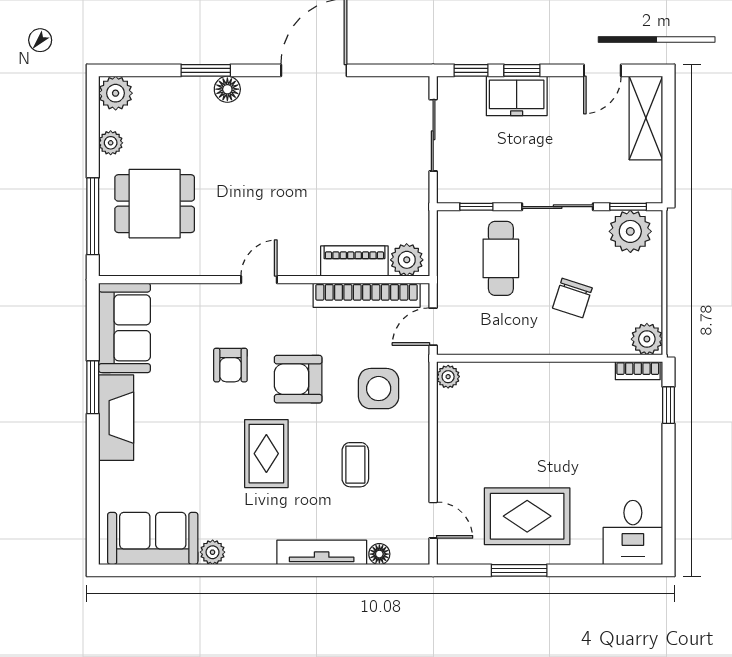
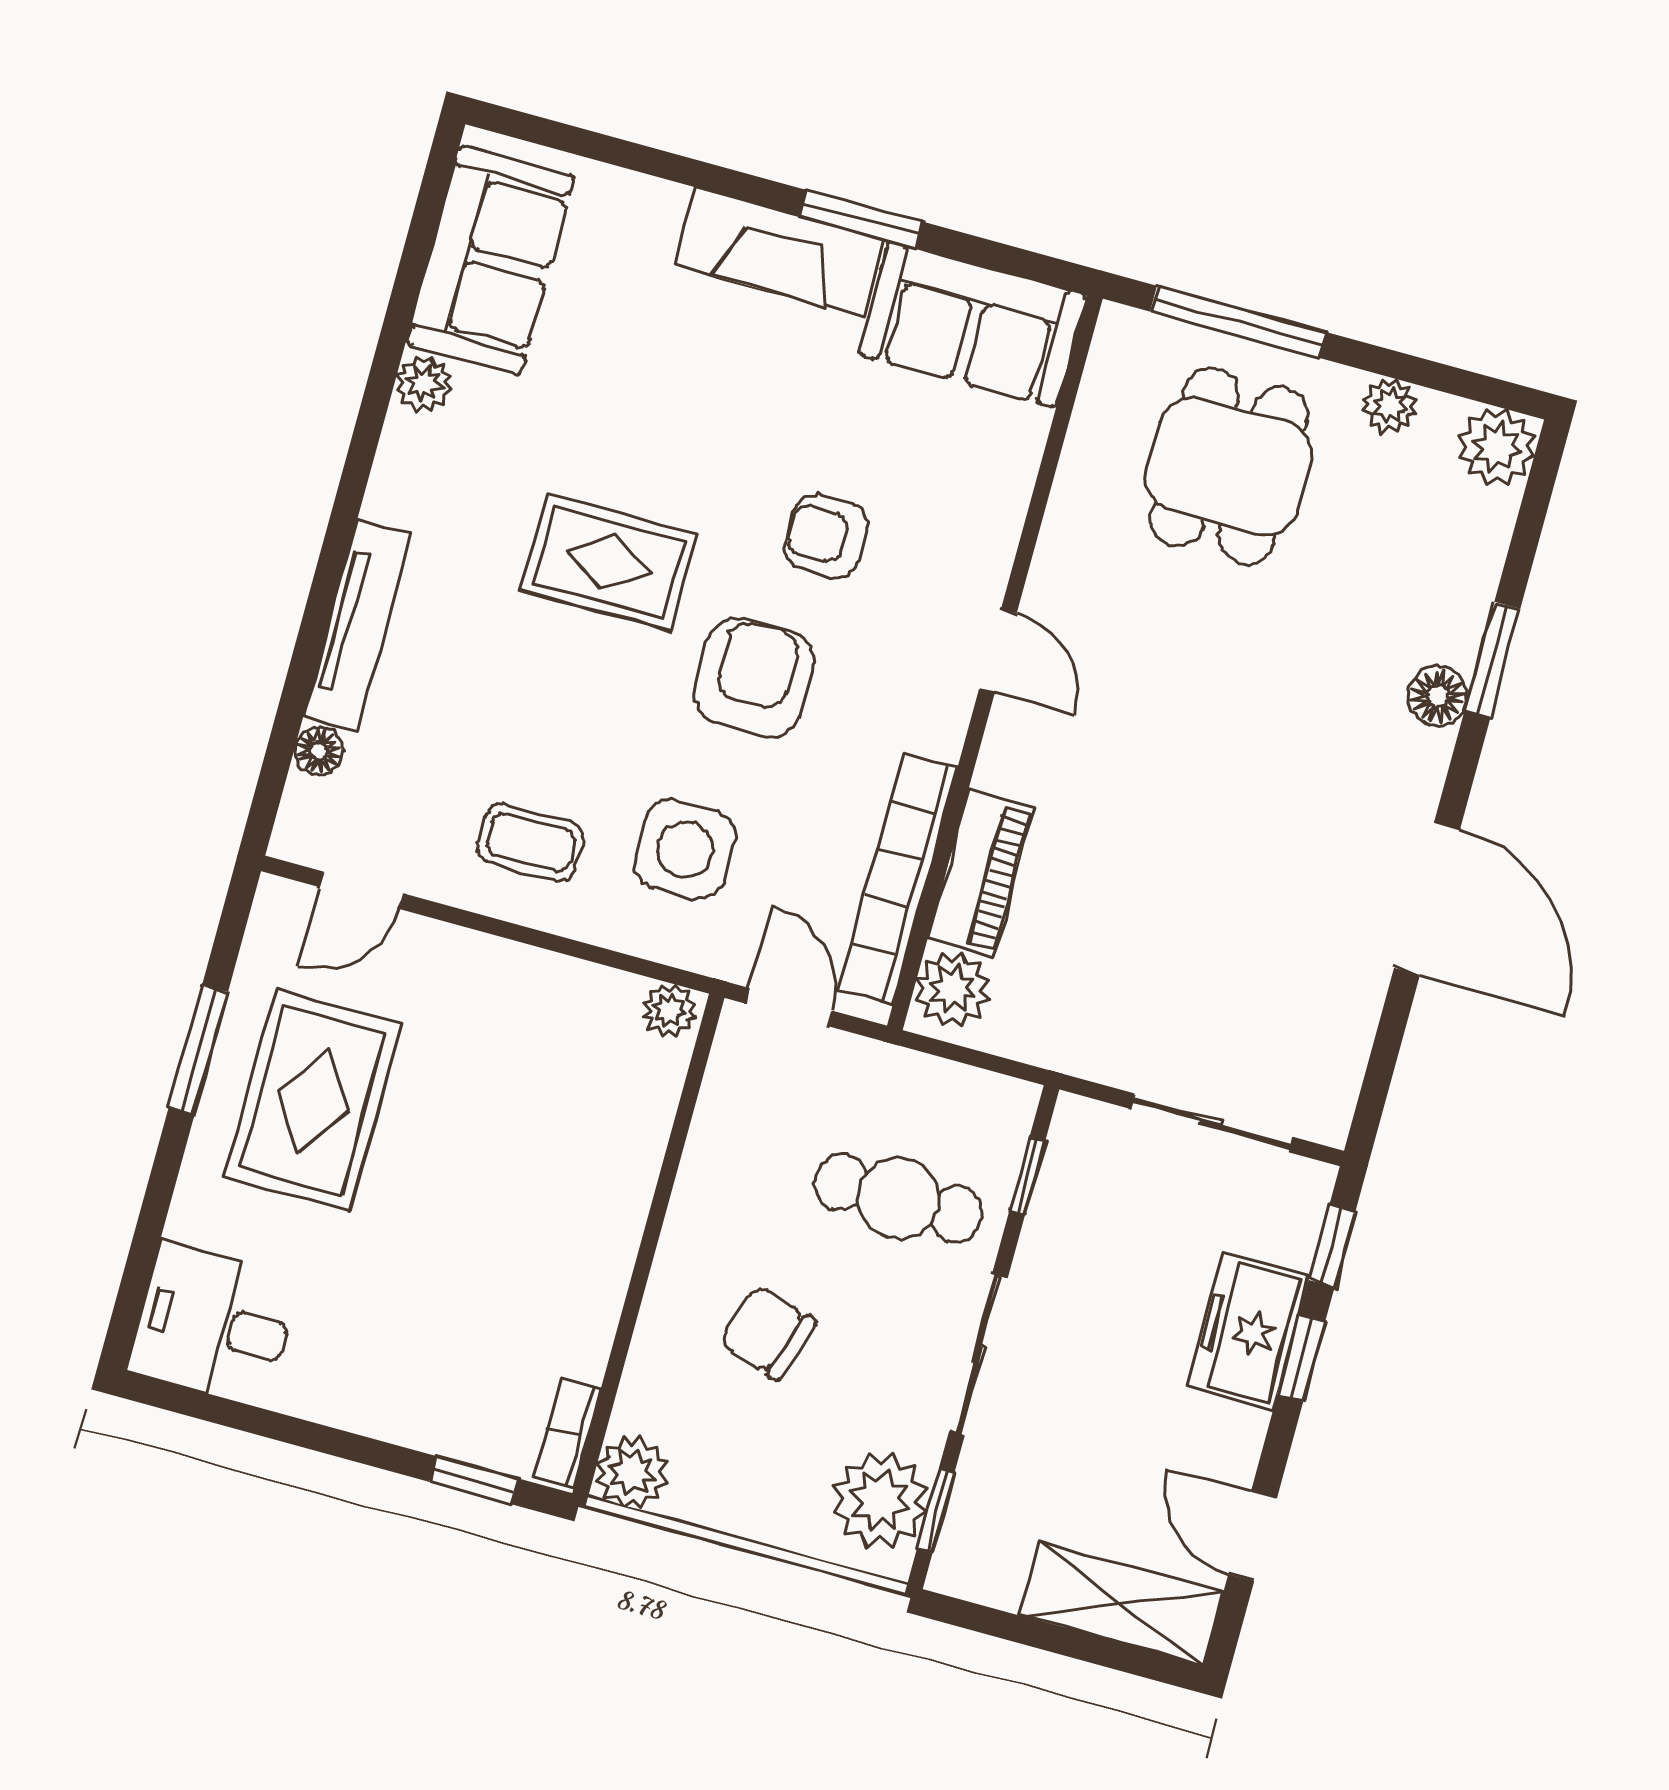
coffee table: (355, 465) -> (531, 842), moved

